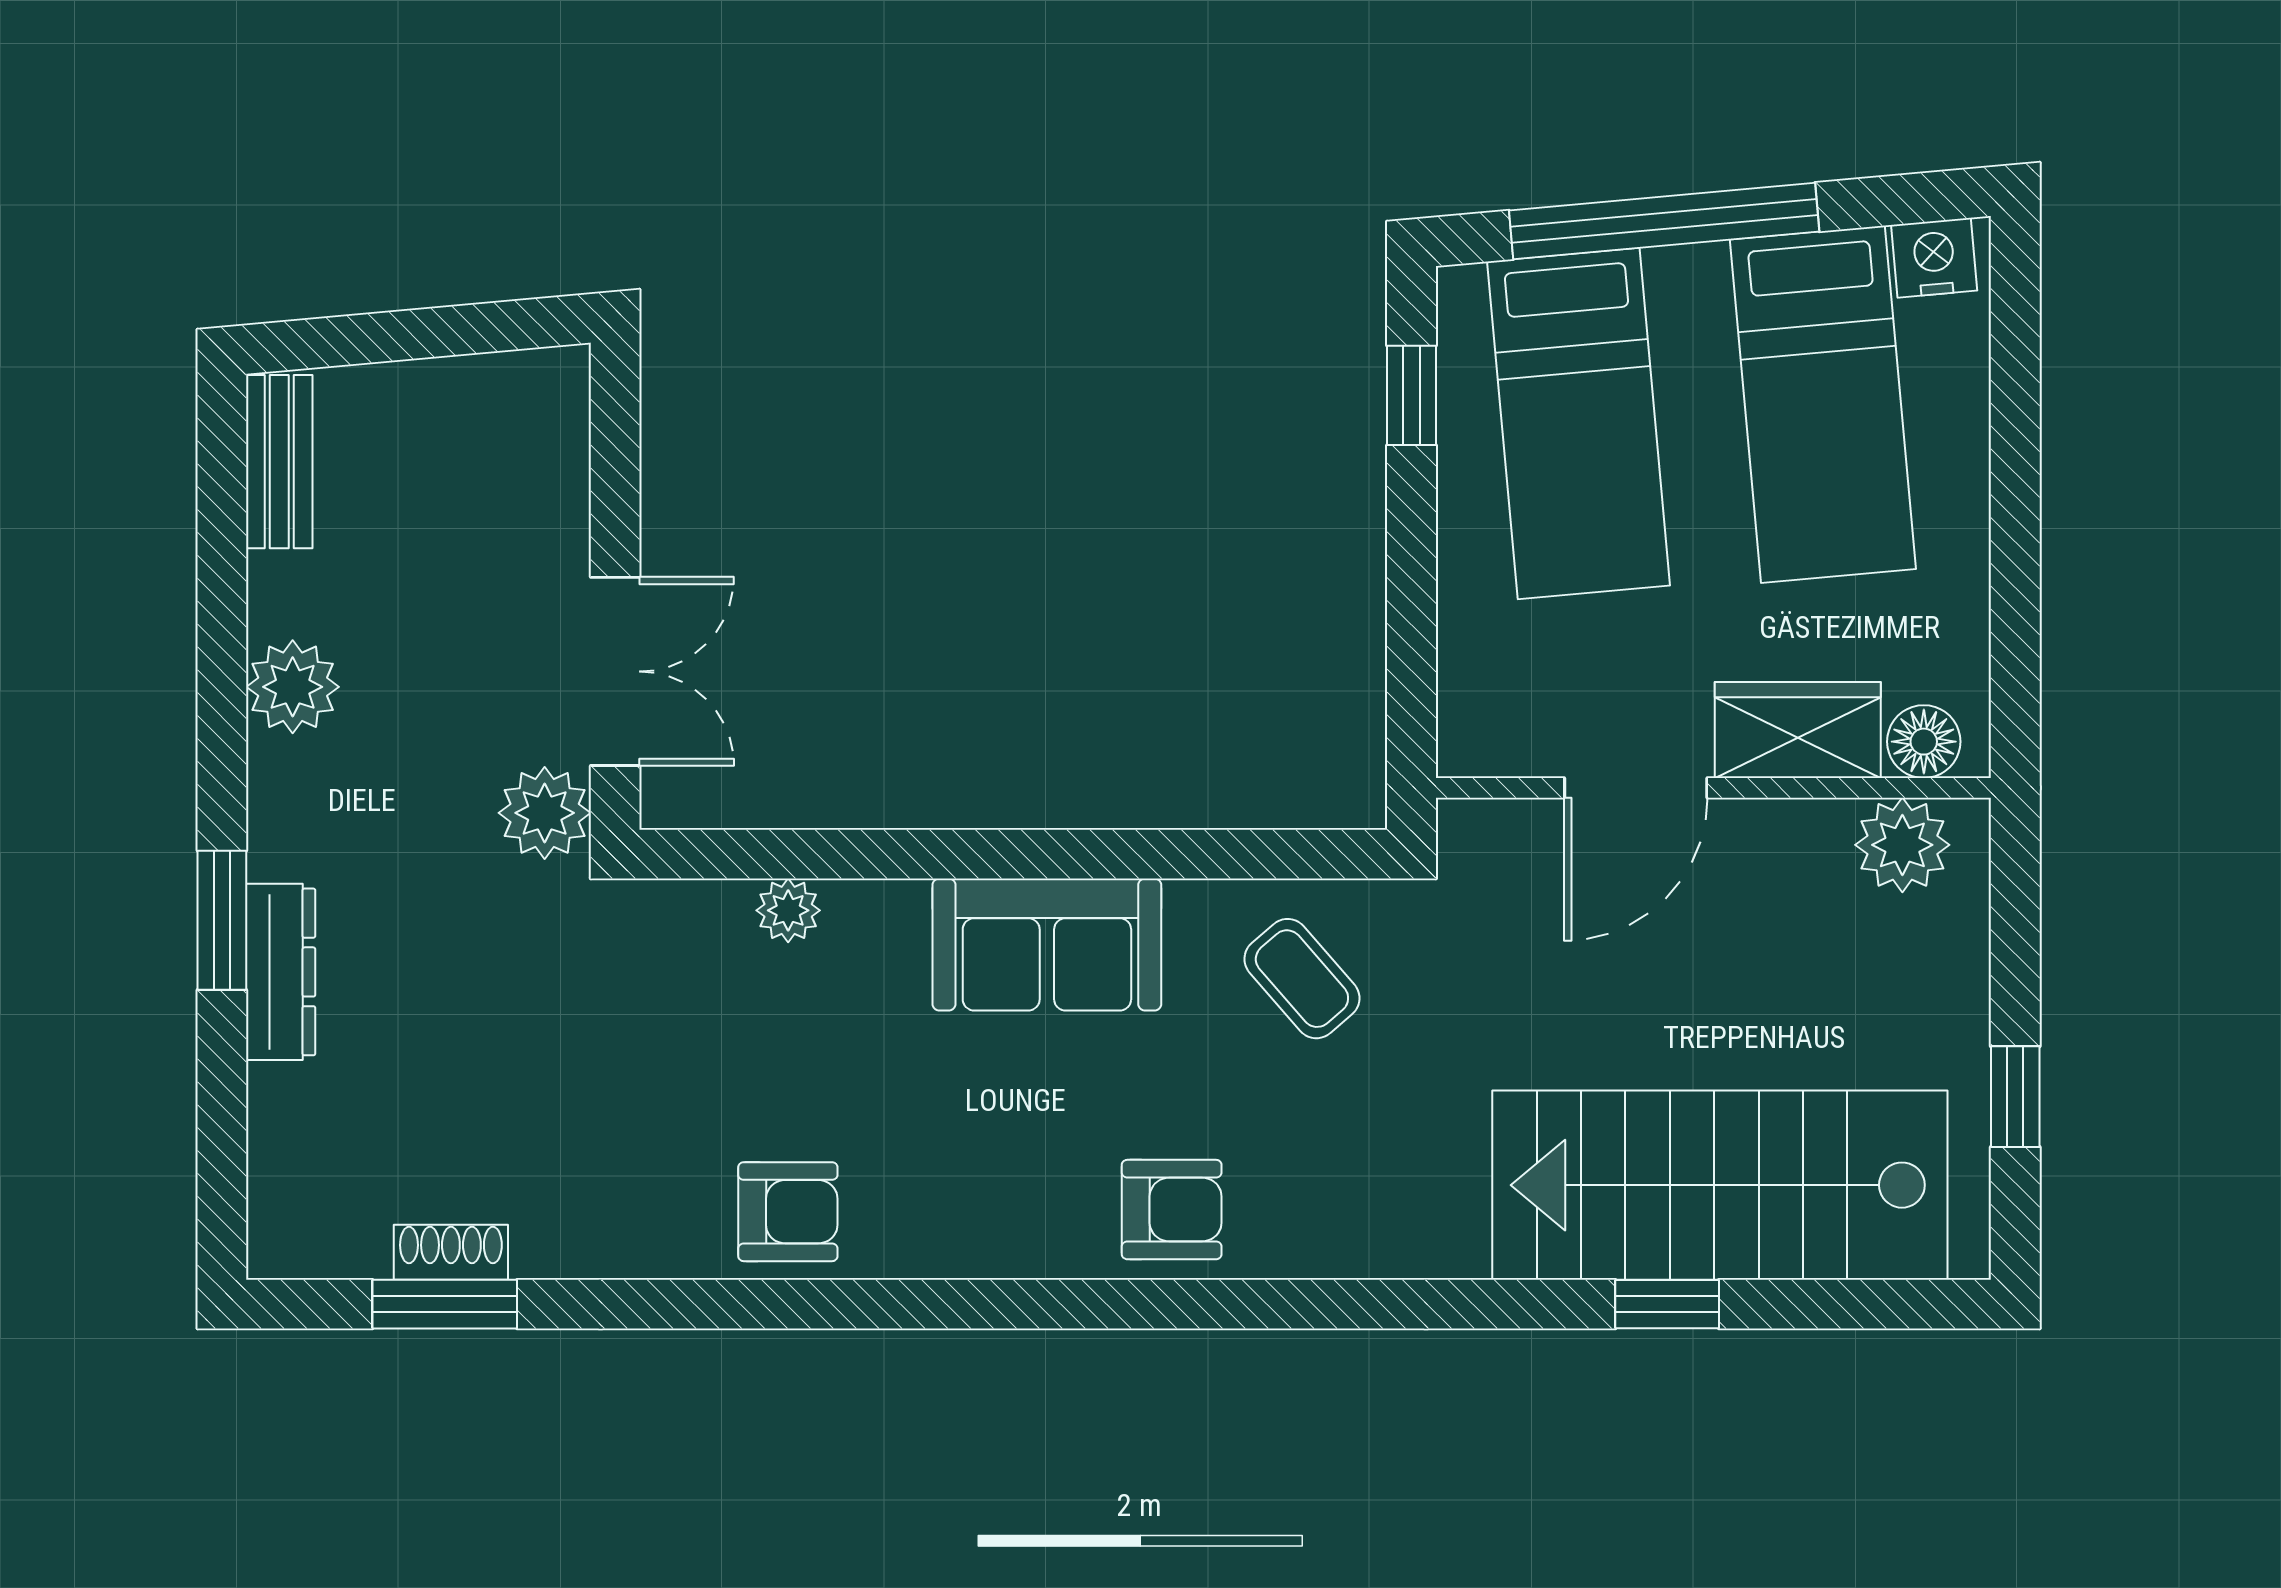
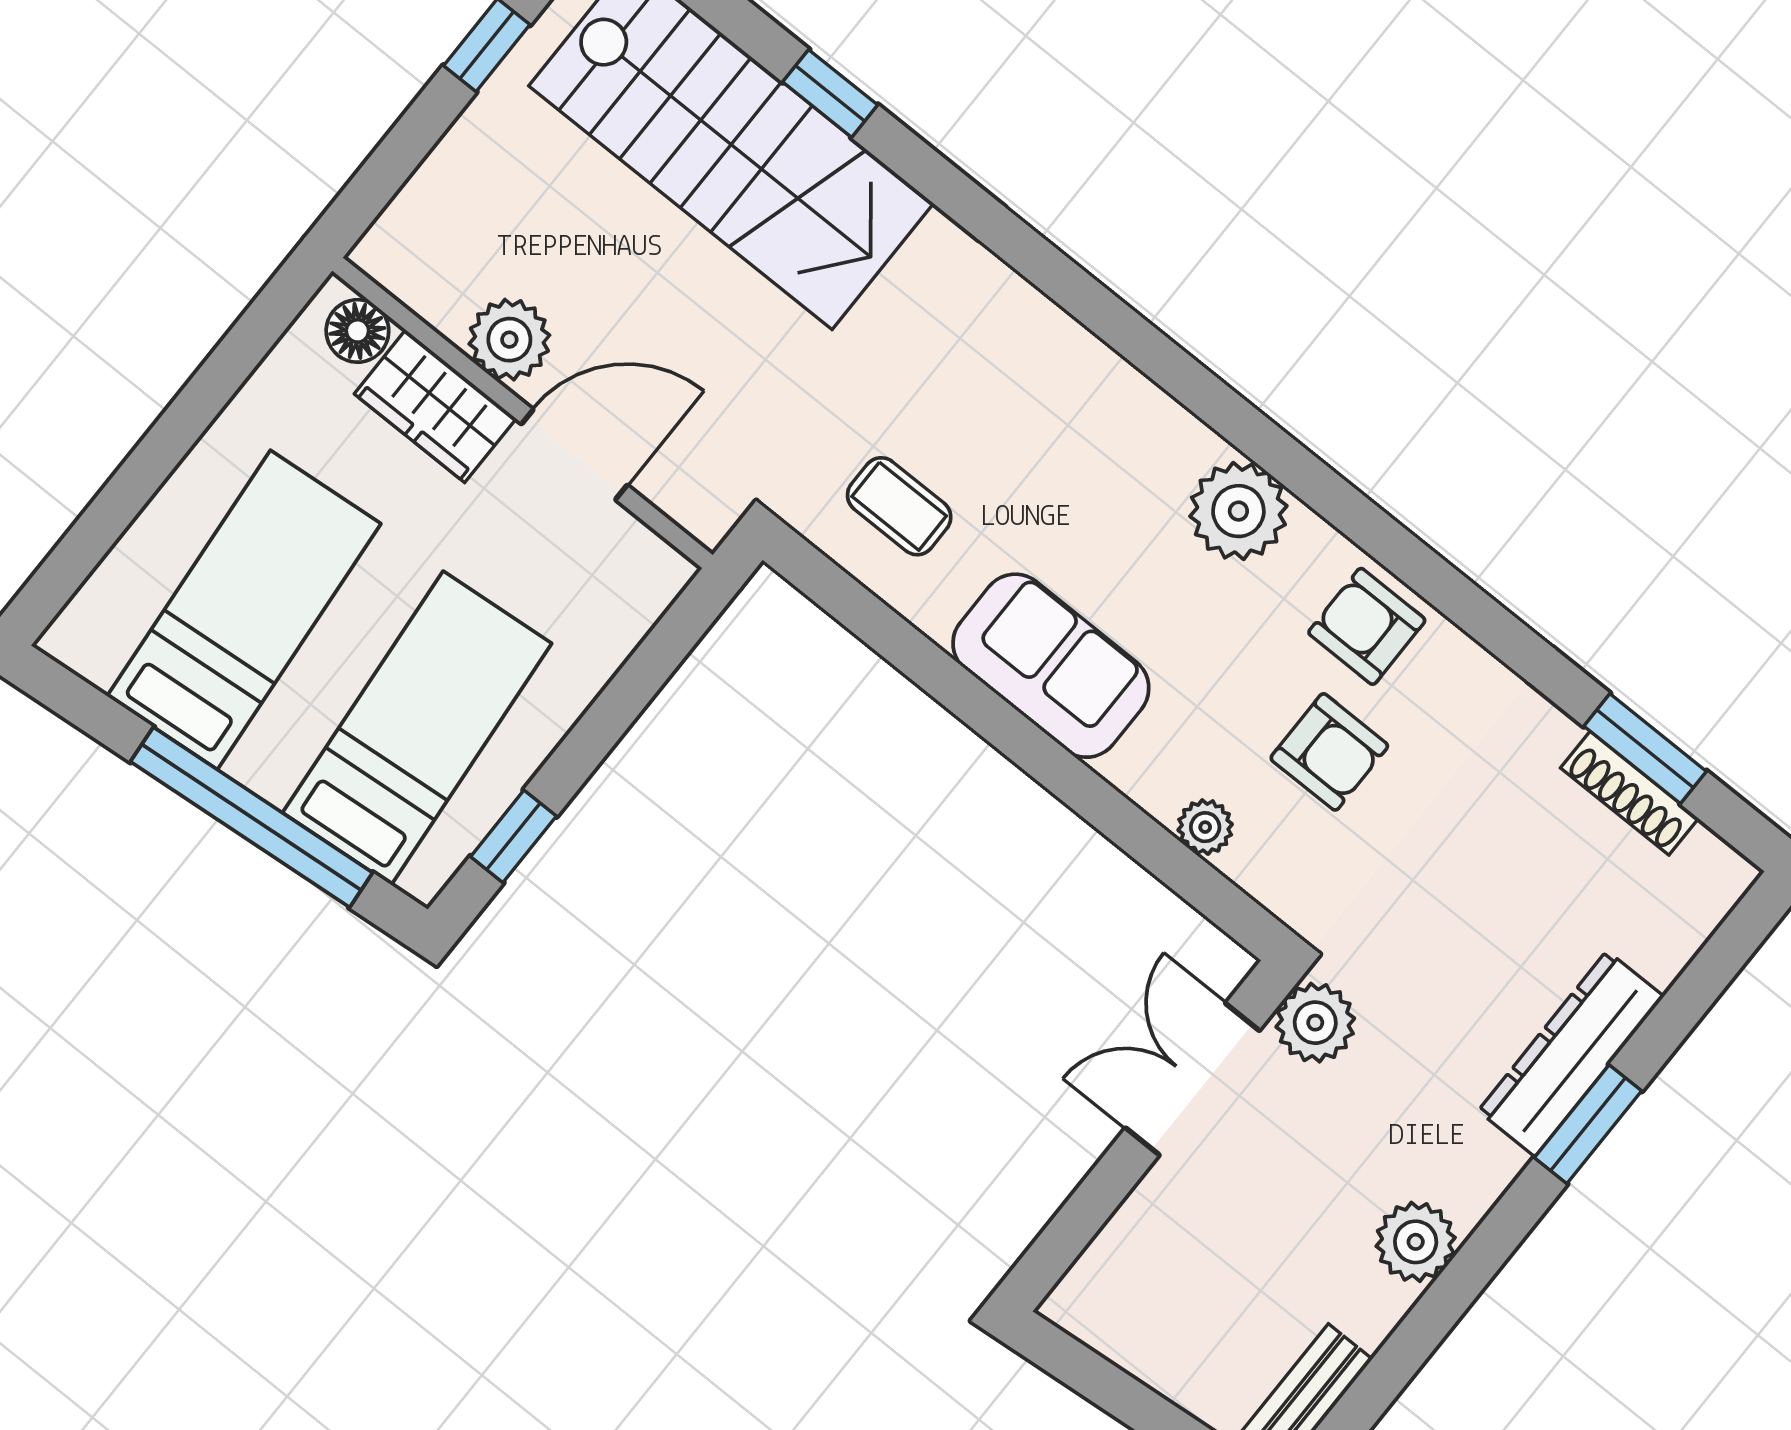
nightstand: (1934, 258) -> (91, 648), removed
plant: (1902, 845) -> (509, 340), moved
dresser: (281, 972) -> (1571, 1054), width x1.37, depth x1.24
coffee table: (1302, 979) -> (899, 506), turned -49
armchair: (1172, 1210) -> (1329, 752), moved, turned 180
plant: (989, 1223) -> (1238, 511), added
shoe rack: (451, 1252) -> (1629, 793), width x1.43

